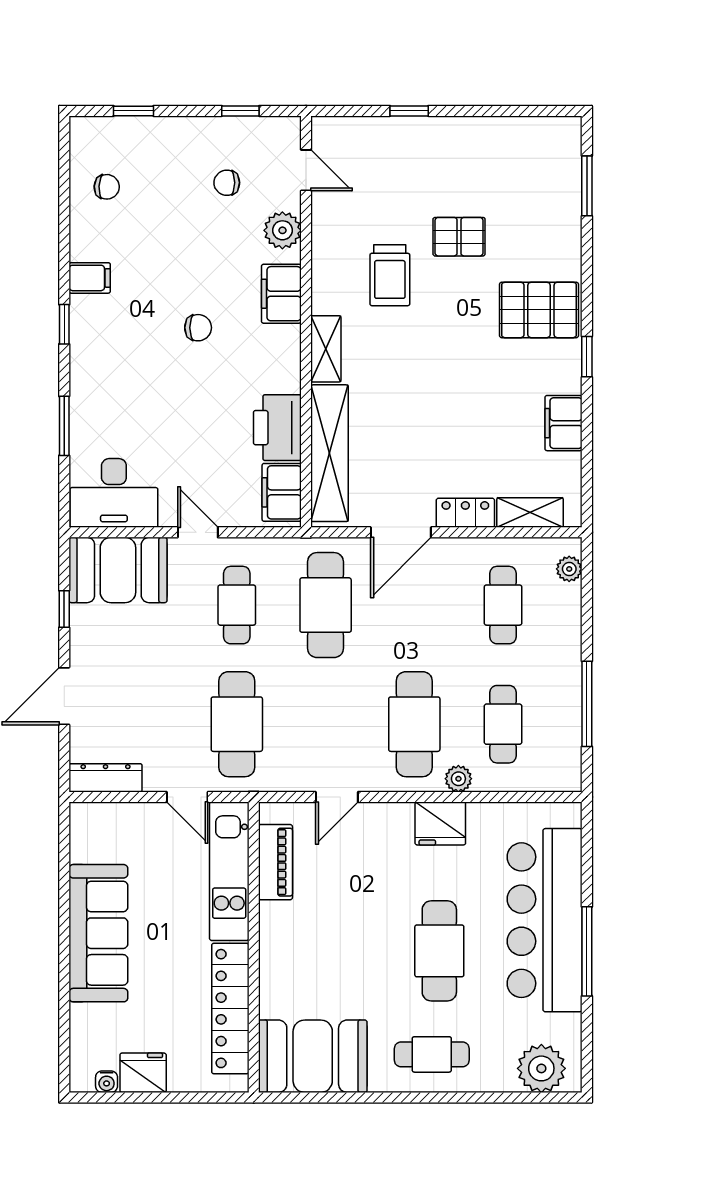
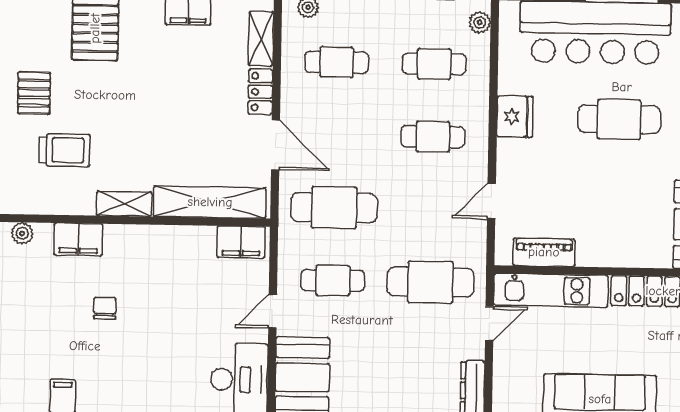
plant: (282, 230) -> (22, 233), width x0.73, depth x0.73
printer: (277, 428) -> (188, 245), removed
cafe table: (414, 724) -> (433, 137), width x0.73, depth x0.74
plant: (458, 779) -> (480, 22), moved
door: (337, 797) -> (491, 201), swing flipped

